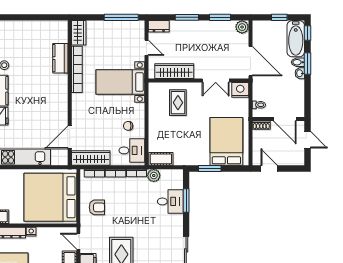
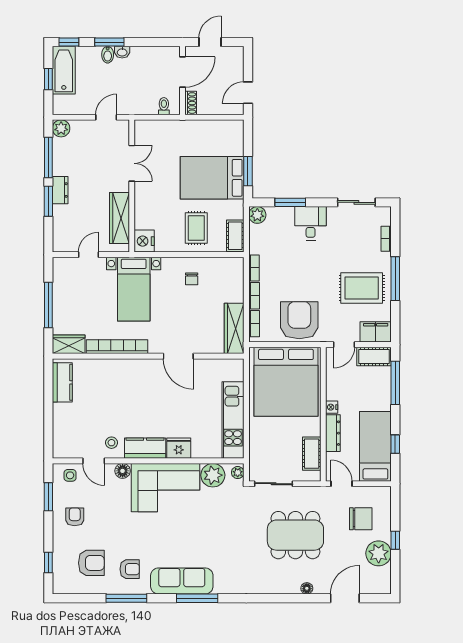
window: (121, 17) -> (48, 305), moved
window: (220, 17) -> (48, 158), width x1.44
dresser: (159, 26) -> (60, 190), moved
bathtub: (296, 39) -> (64, 70), moved, turned -90
kitchen counter: (60, 58) -> (62, 382), moved, turned -90
door: (250, 61) -> (106, 117), width x0.53
nightstand: (240, 90) -> (144, 241), moved
rug: (178, 103) -> (196, 228), moved, turned 90
door: (70, 137) -> (178, 356), moved
bed: (226, 141) -> (212, 178), moved
desk: (132, 150) -> (224, 274), removed
plant: (154, 176) -> (257, 215), moved
desk: (170, 201) -> (311, 223), moved
armchair: (97, 207) -> (299, 320), width x1.88, depth x1.88

